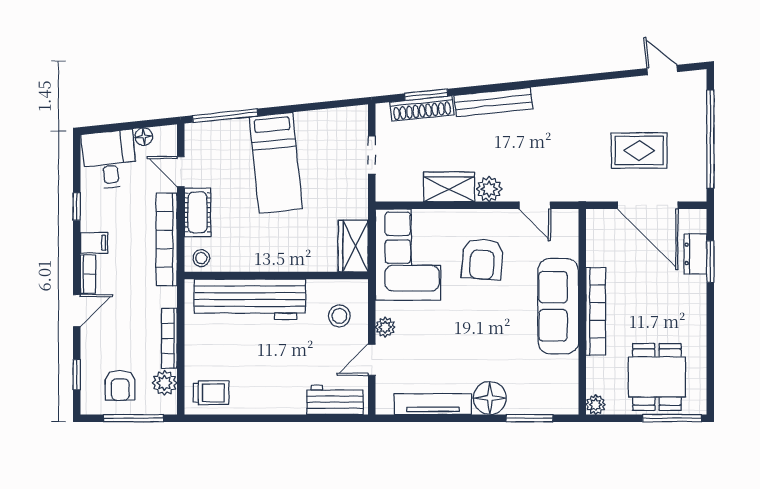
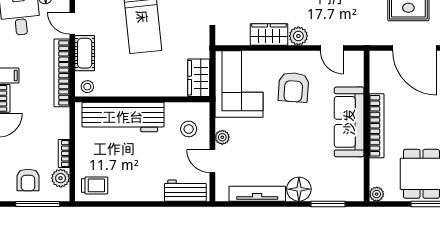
bookcase: (169, 338) -> (64, 153), width x0.64
door: (372, 360) -> (212, 161), hinge flipped

